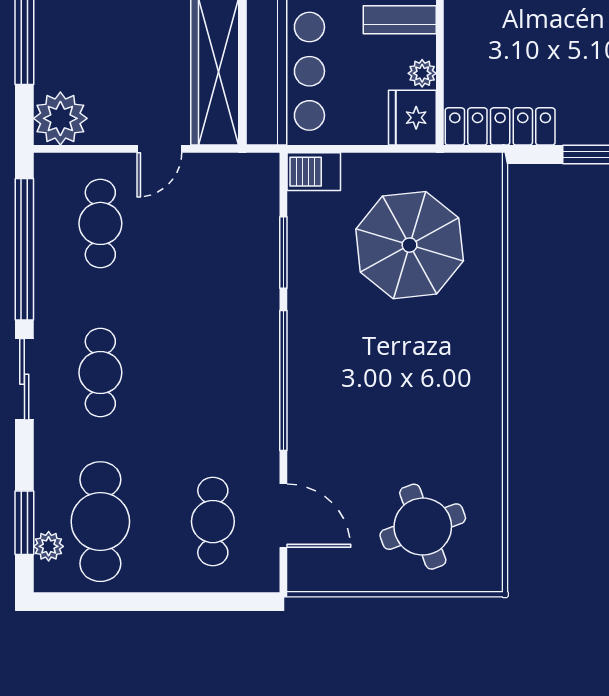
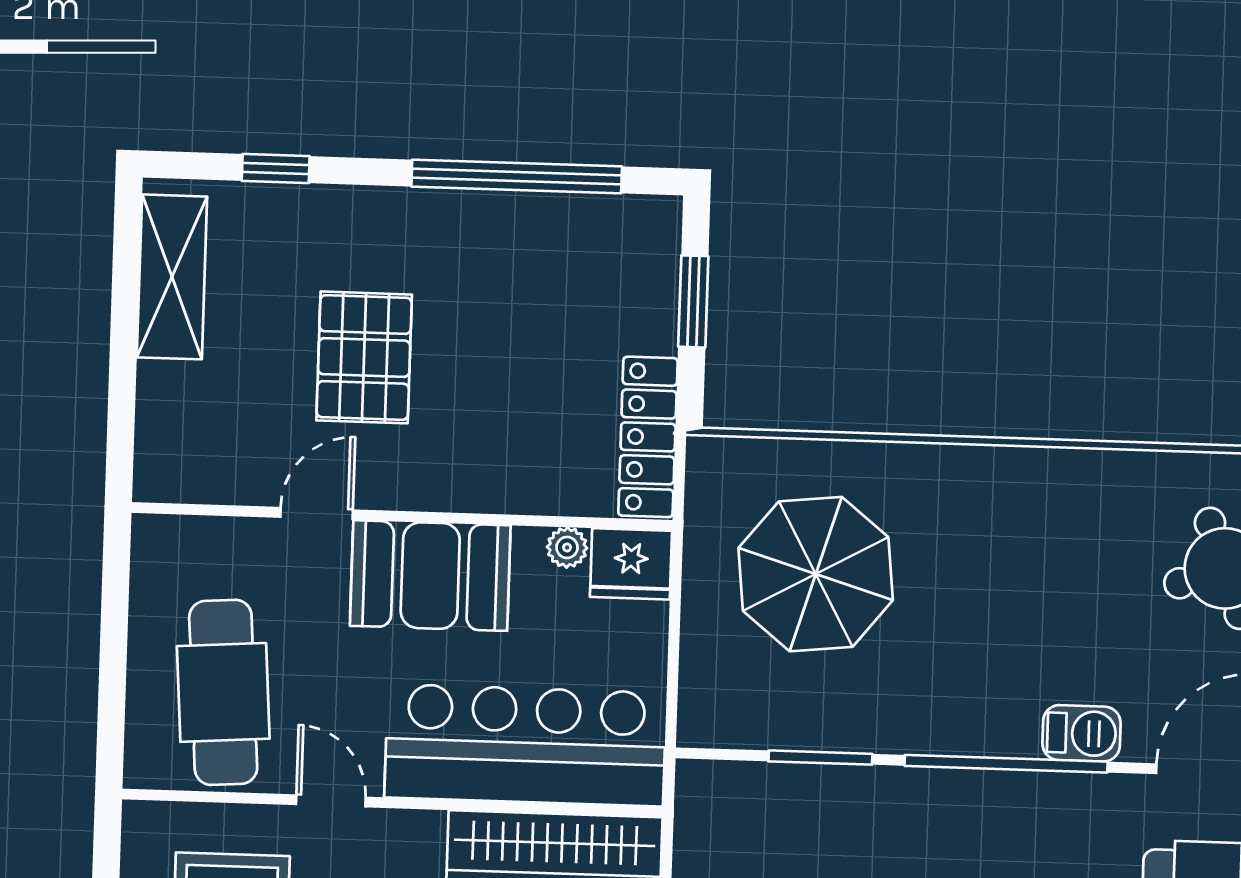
barbecue: (314, 172) -> (1082, 733), moved, turned -90

